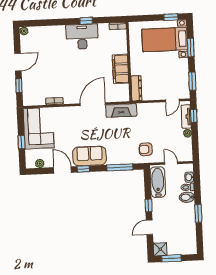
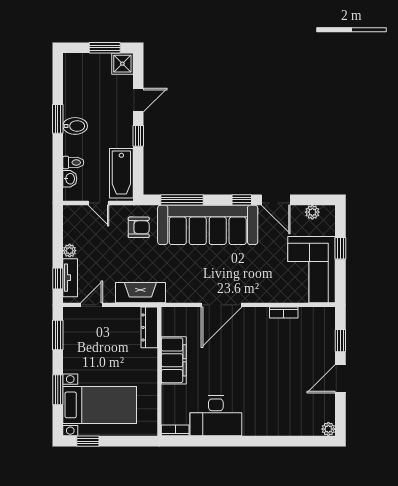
window: (86, 21) -> (226, 441), removed
desk: (82, 37) -> (216, 416), moved
fireplace: (121, 110) -> (140, 293), moved
sofa: (90, 156) -> (208, 225), width x1.85, depth x1.27
bidet: (187, 197) -> (75, 126), moved

